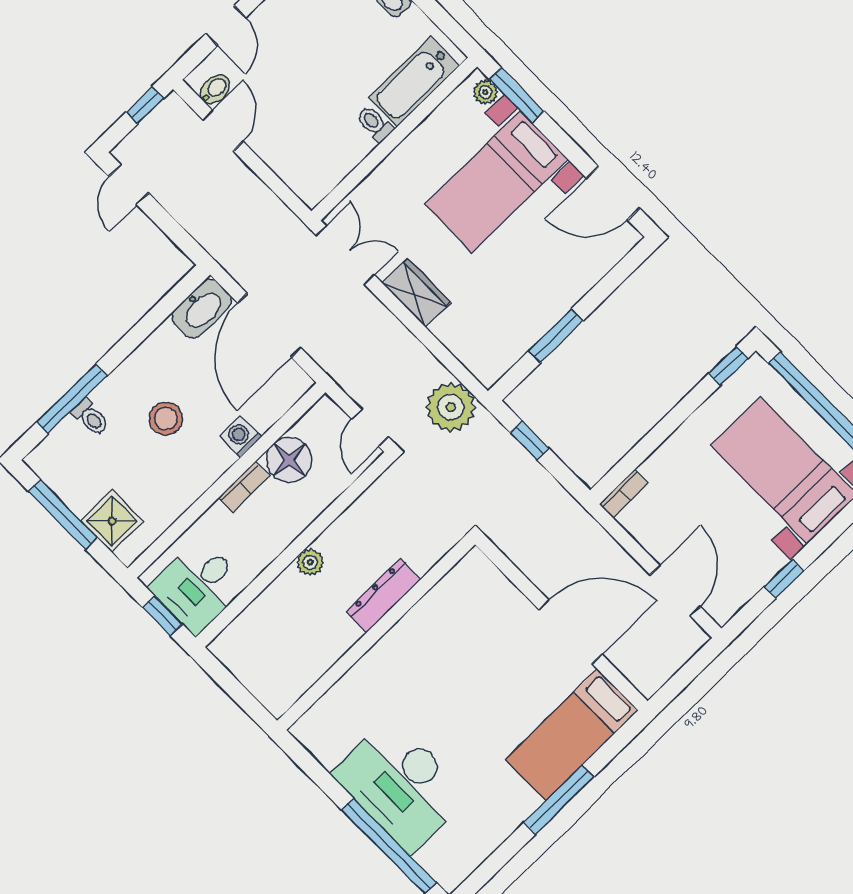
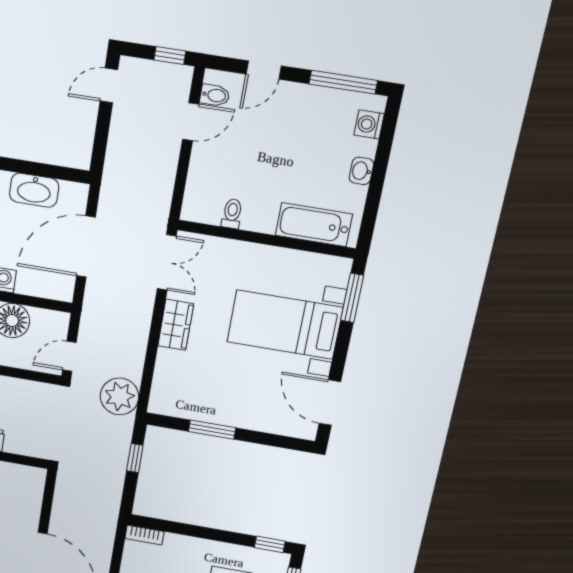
plant: (485, 92) -> (340, 276), removed
toilet: (375, 124) -> (232, 214), moved
washbasin: (202, 309) -> (34, 190), moved

